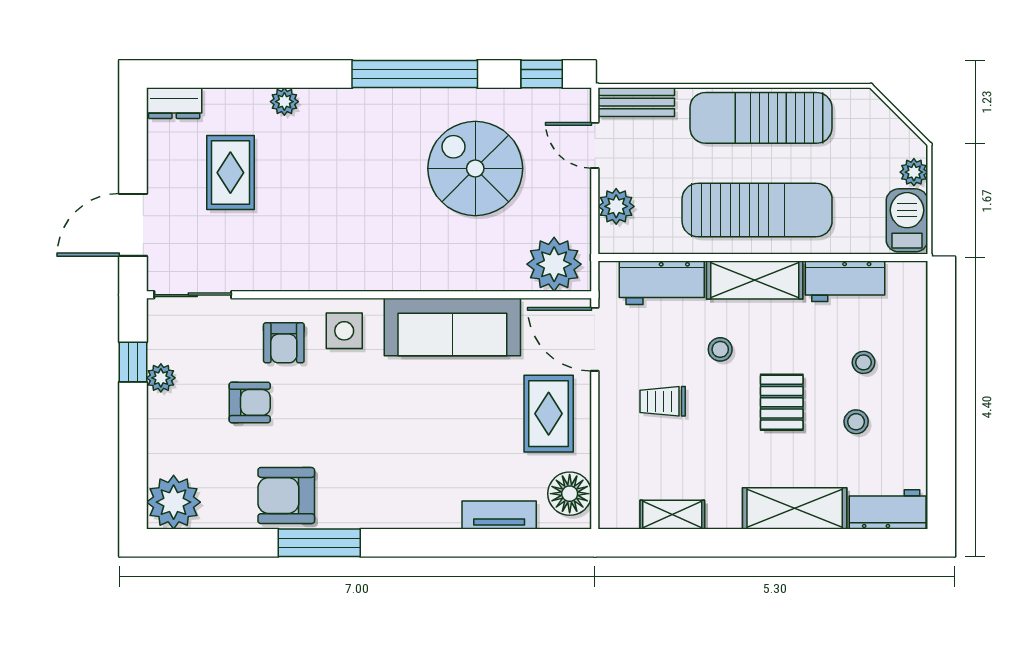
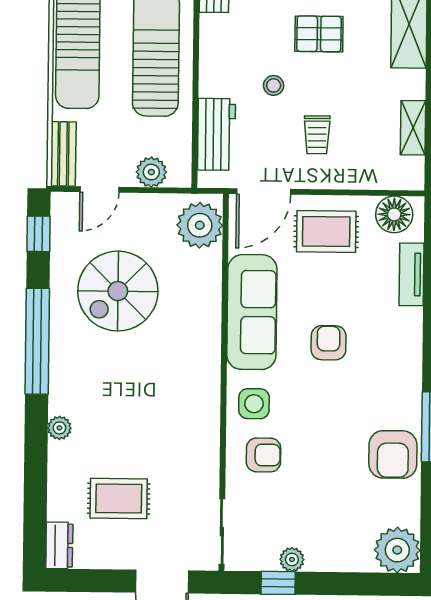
plant: (284, 102) -> (59, 428), moved
shelving: (755, 280) -> (215, 55), removed
armchair: (250, 402) -> (329, 343), moved

